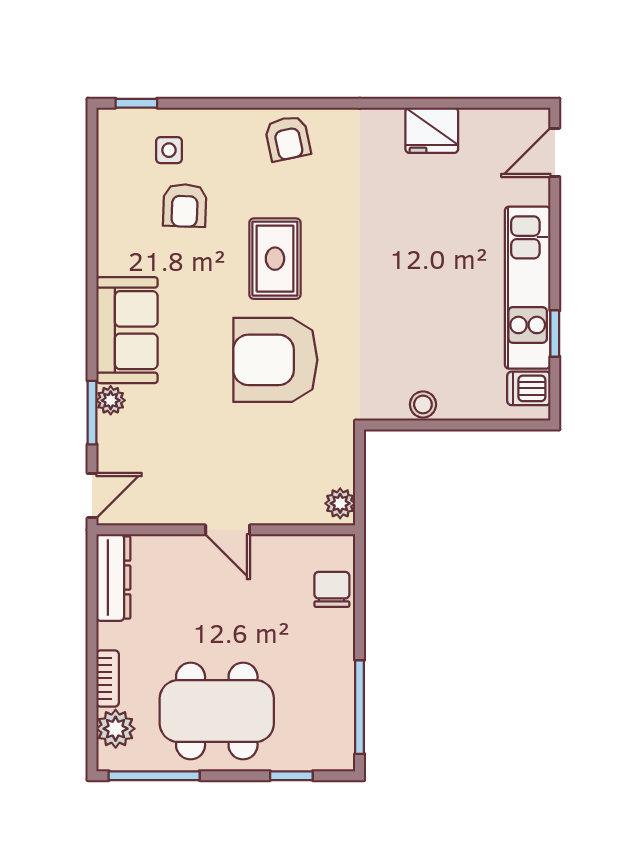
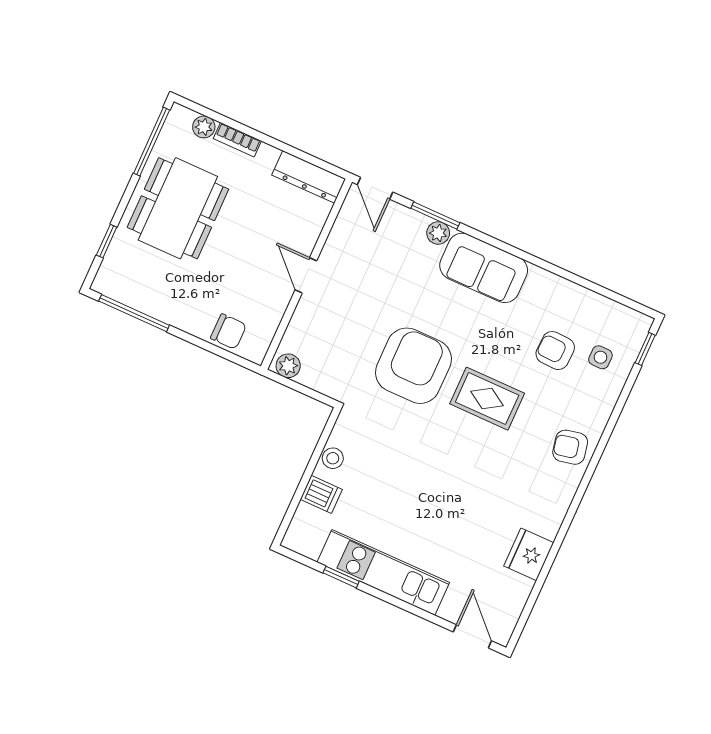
dishwasher: (529, 388) -> (321, 494), moved, turned 90
door: (228, 530) -> (306, 275), hinge flipped
plant: (116, 729) -> (204, 127), width x0.73, depth x0.73

